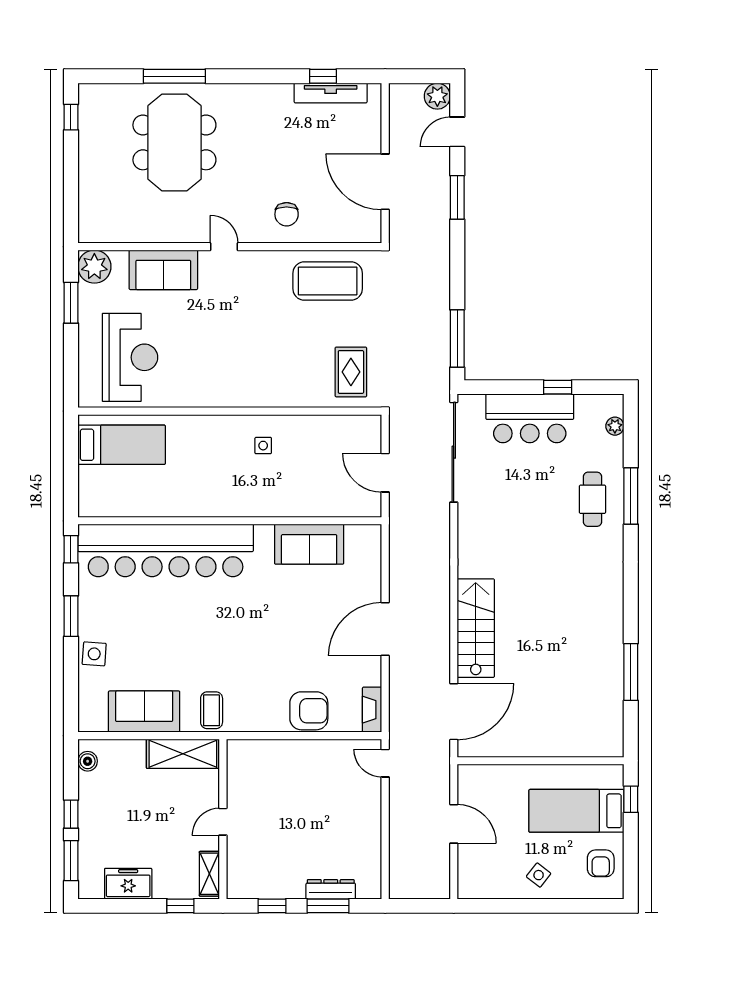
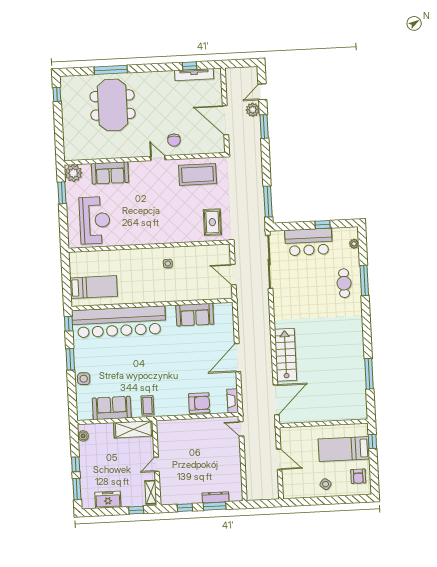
plant: (437, 96) -> (253, 110), moved
door: (224, 247) -> (158, 158), moved
bed: (122, 445) -> (94, 287), moved

